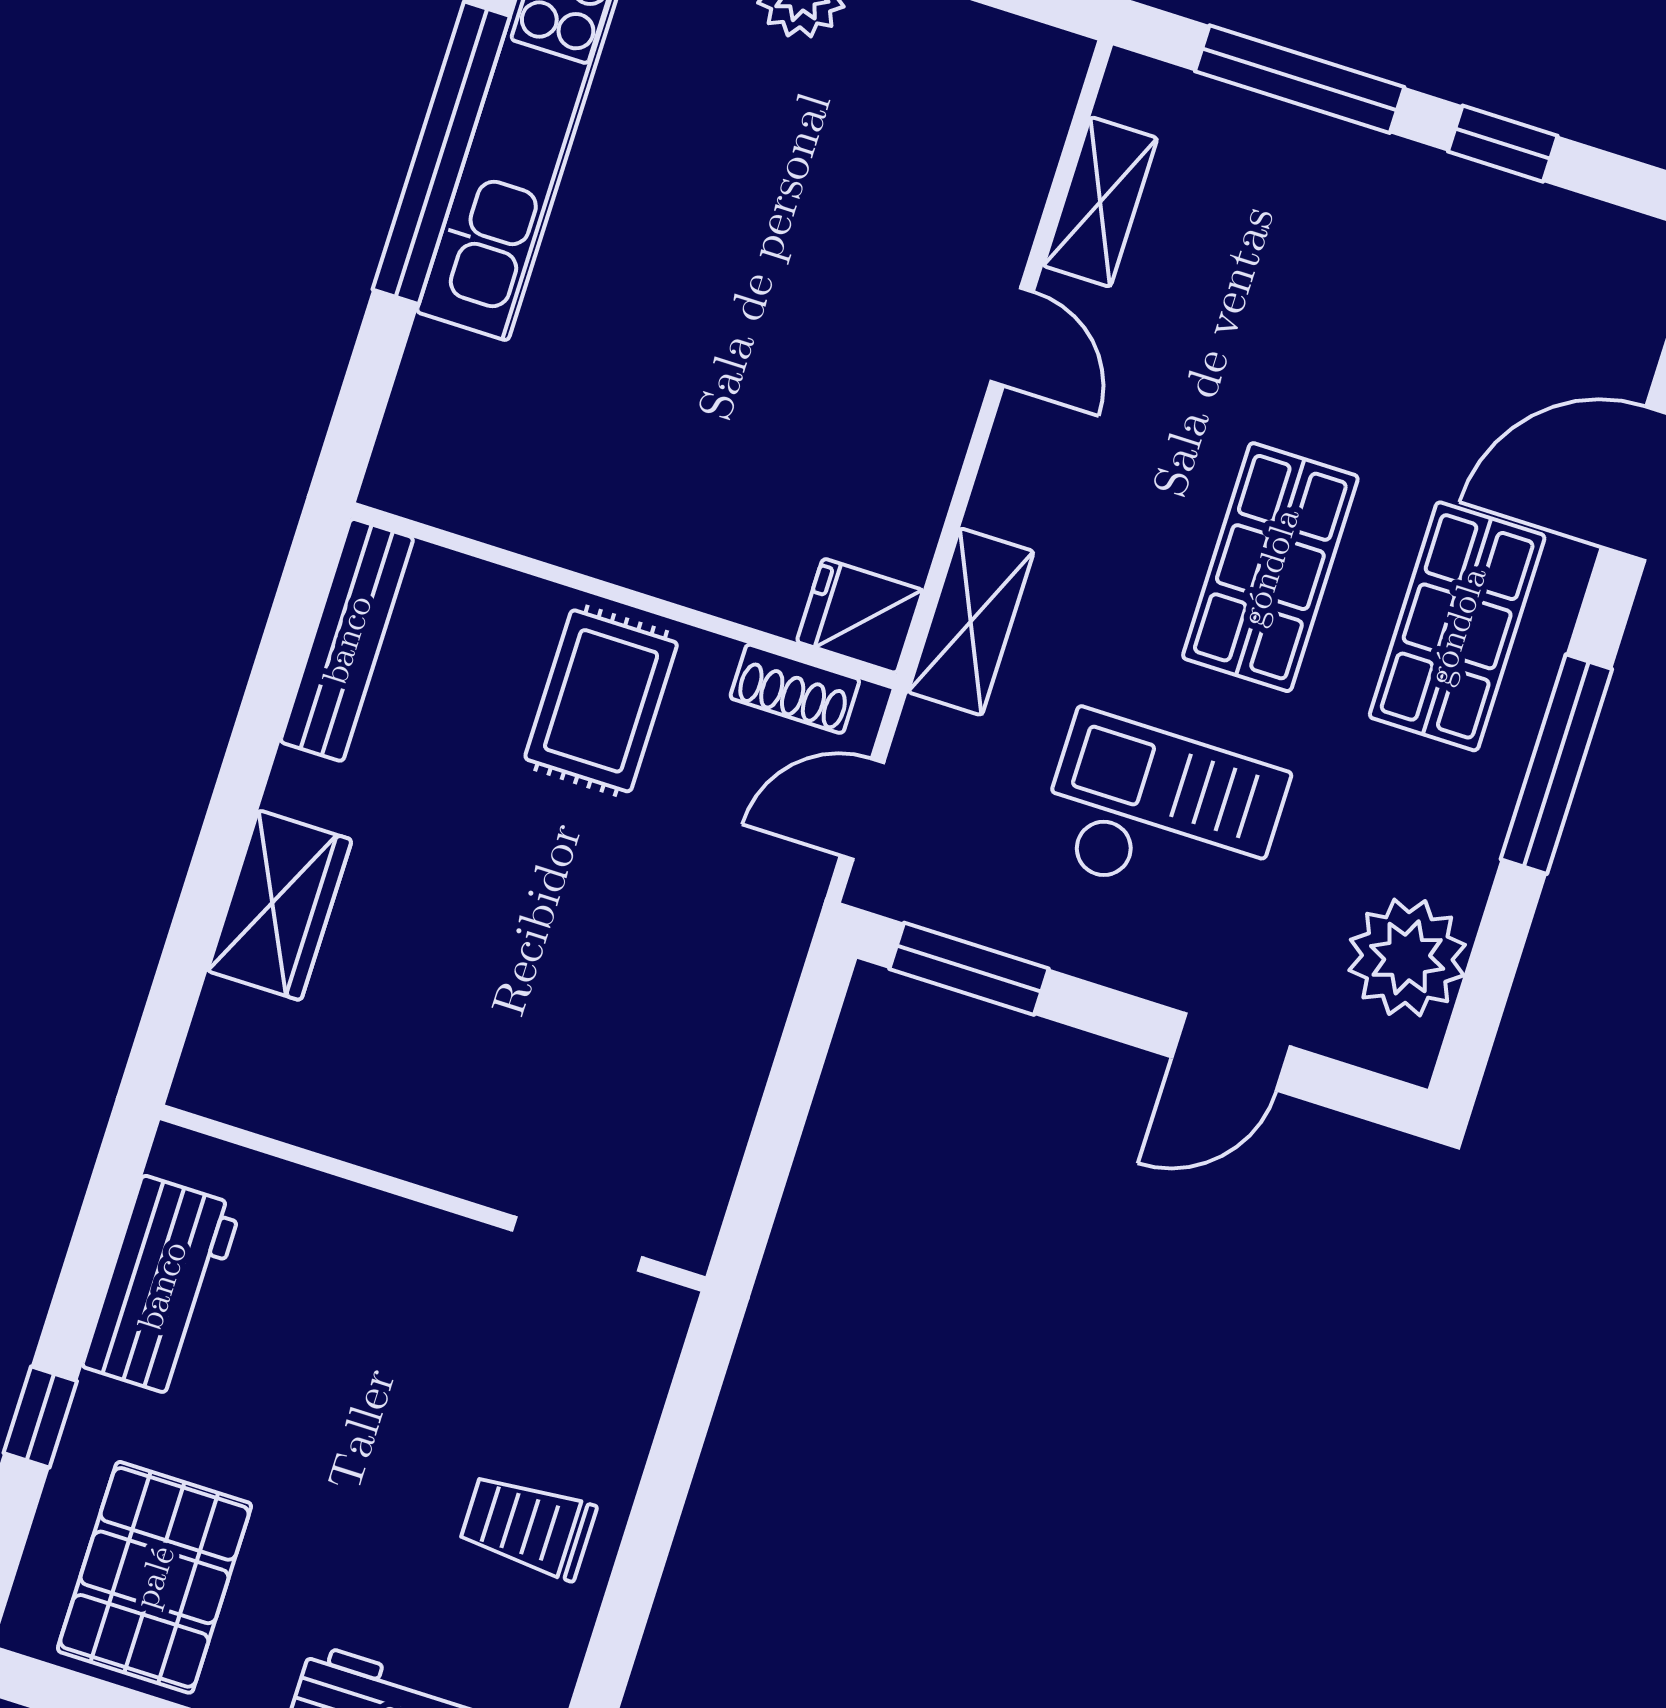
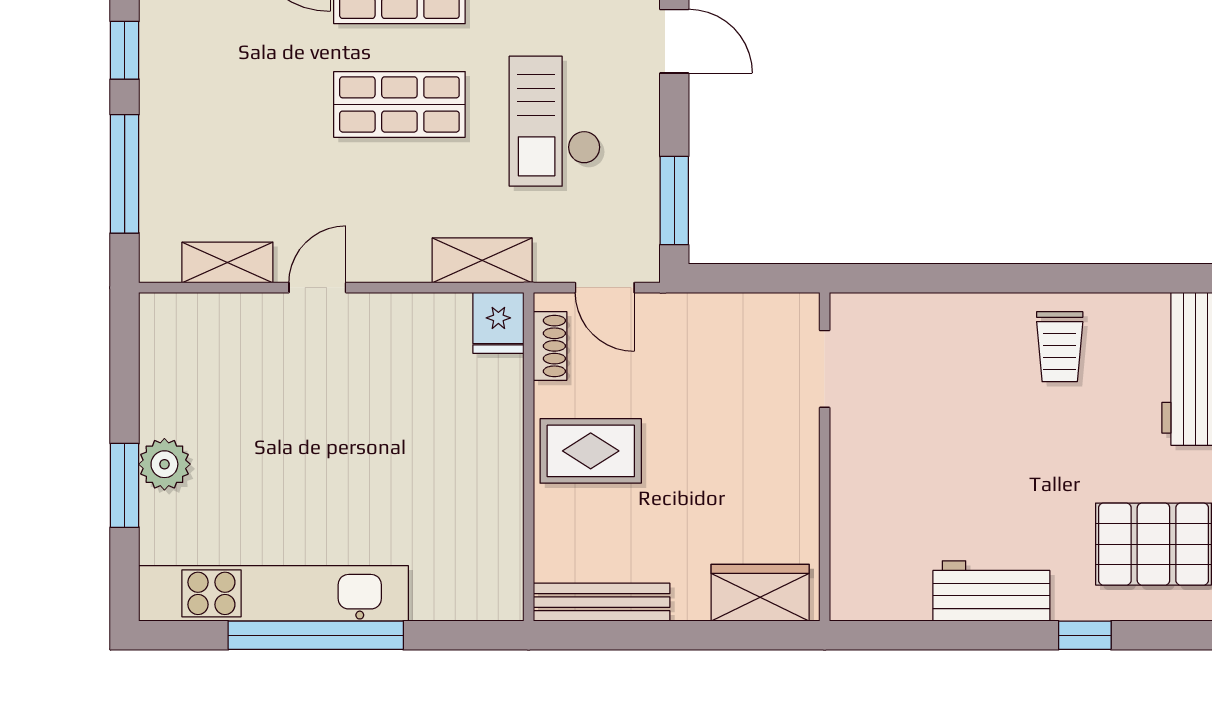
wall: (433, 1198) -> (825, 457), moved
doorway: (577, 1244) -> (825, 369), moved

